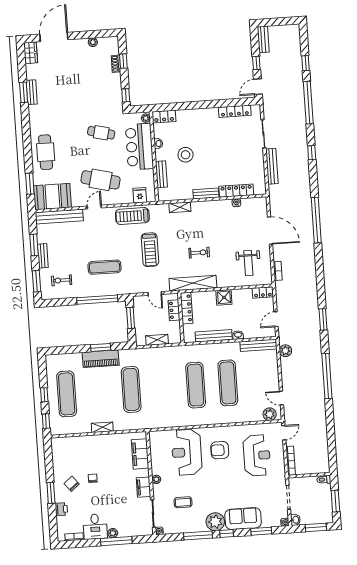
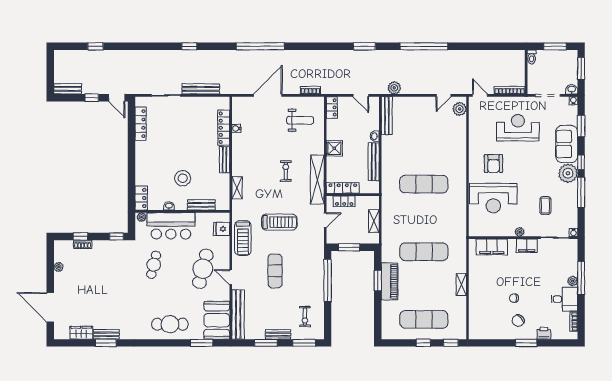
wardrobe: (31, 53) -> (81, 333), moved
window: (308, 103) -> (137, 46), removed
exercise mat: (105, 267) -> (275, 271), moved
exercise mat: (228, 383) -> (424, 150), removed
reception desk: (257, 455) -> (518, 128), moved

